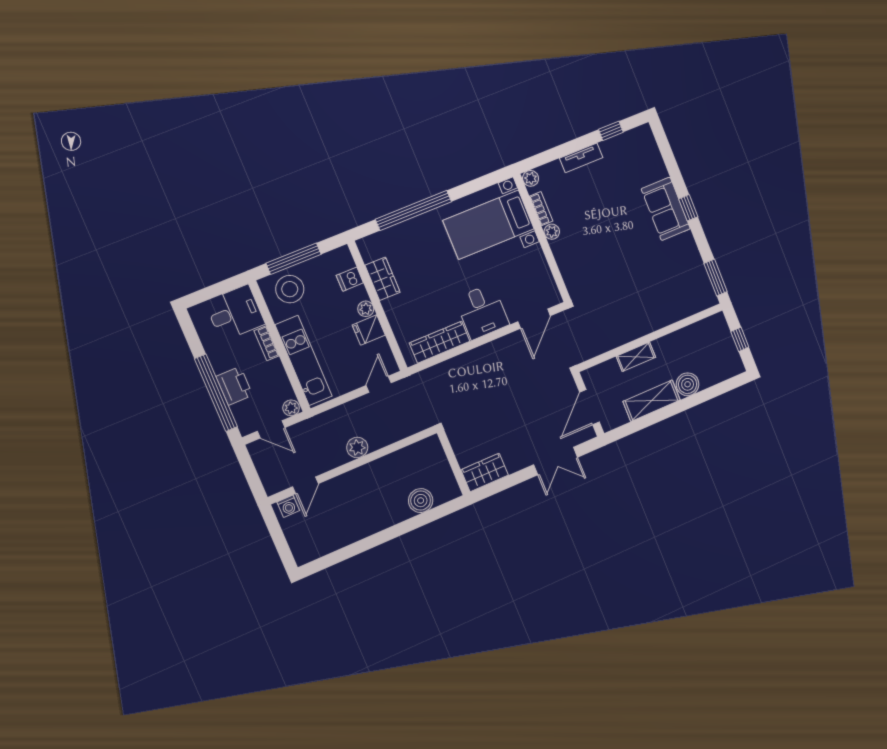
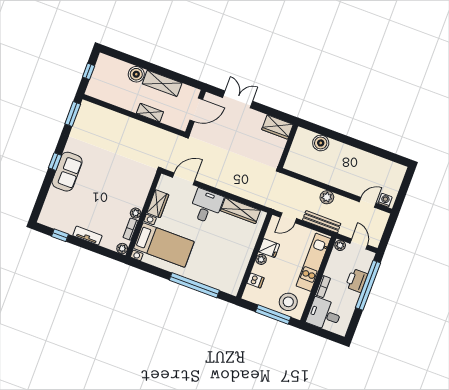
wardrobe: (383, 279) -> (158, 204), moved, turned 180
bench: (337, 415) -> (322, 222), added

